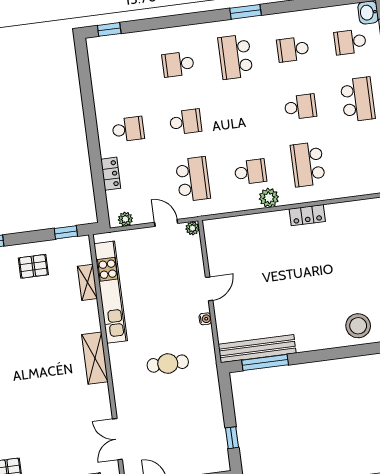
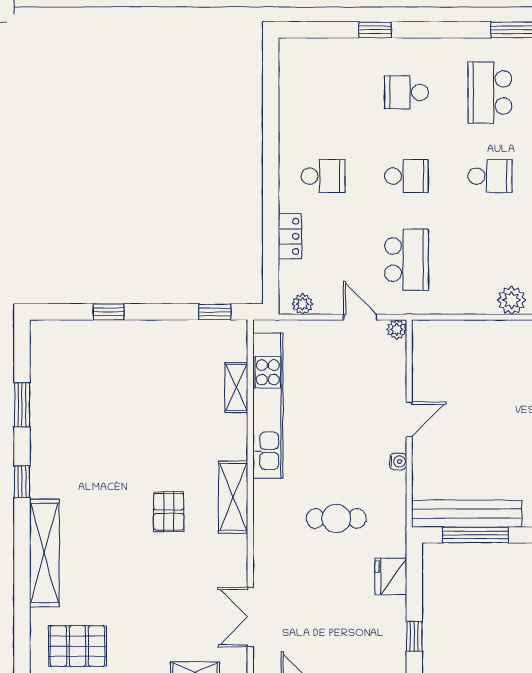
window: (109, 29) -> (375, 30), moved
school desk: (250, 172) -> (490, 176), moved
pallet: (33, 266) -> (169, 512), moved, turned 90
fridge: (211, 399) -> (391, 576), added

